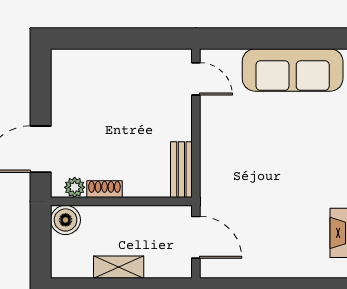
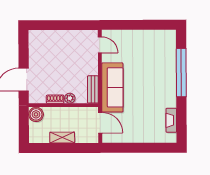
sofa: (293, 70) -> (112, 87), moved, turned -90
plant: (75, 187) -> (70, 98), moved

